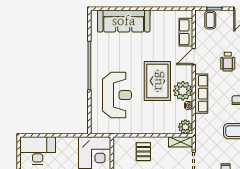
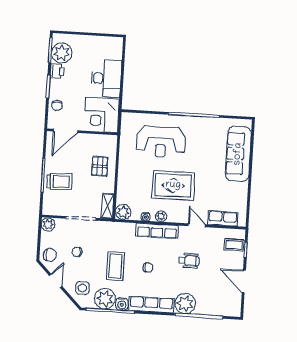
wheelchair: (228, 62) -> (189, 261), turned 180
plant: (183, 91) -> (161, 216), width x0.53, depth x0.53
desk: (38, 150) -> (106, 78), moved
pallet: (143, 152) -> (100, 166), turned 90

